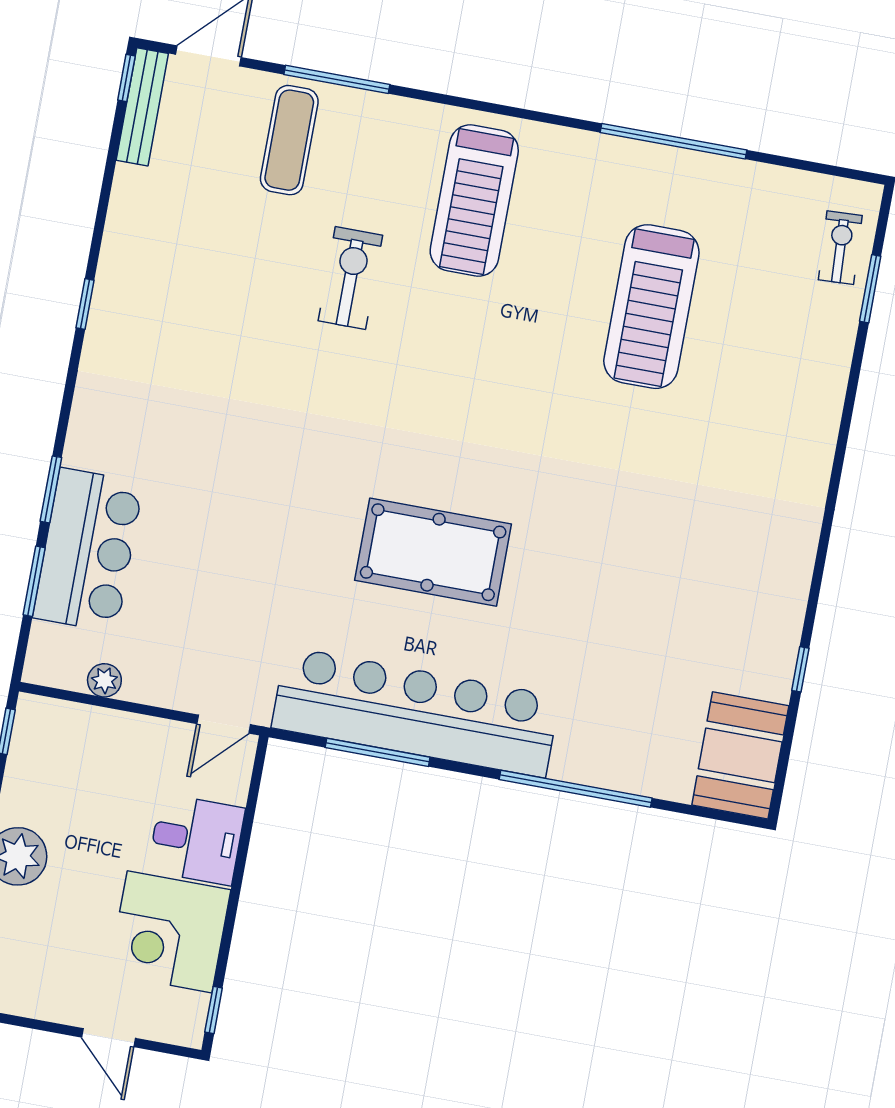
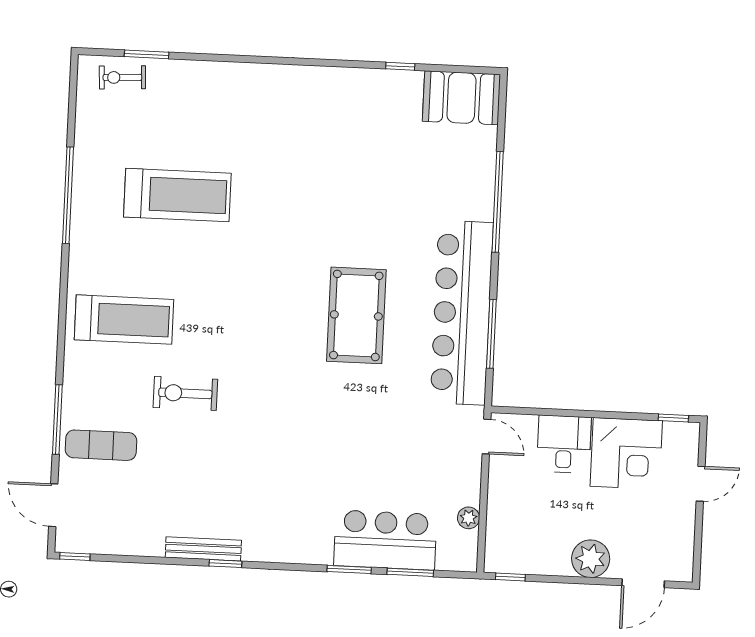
bench: (142, 107) -> (203, 549), moved

